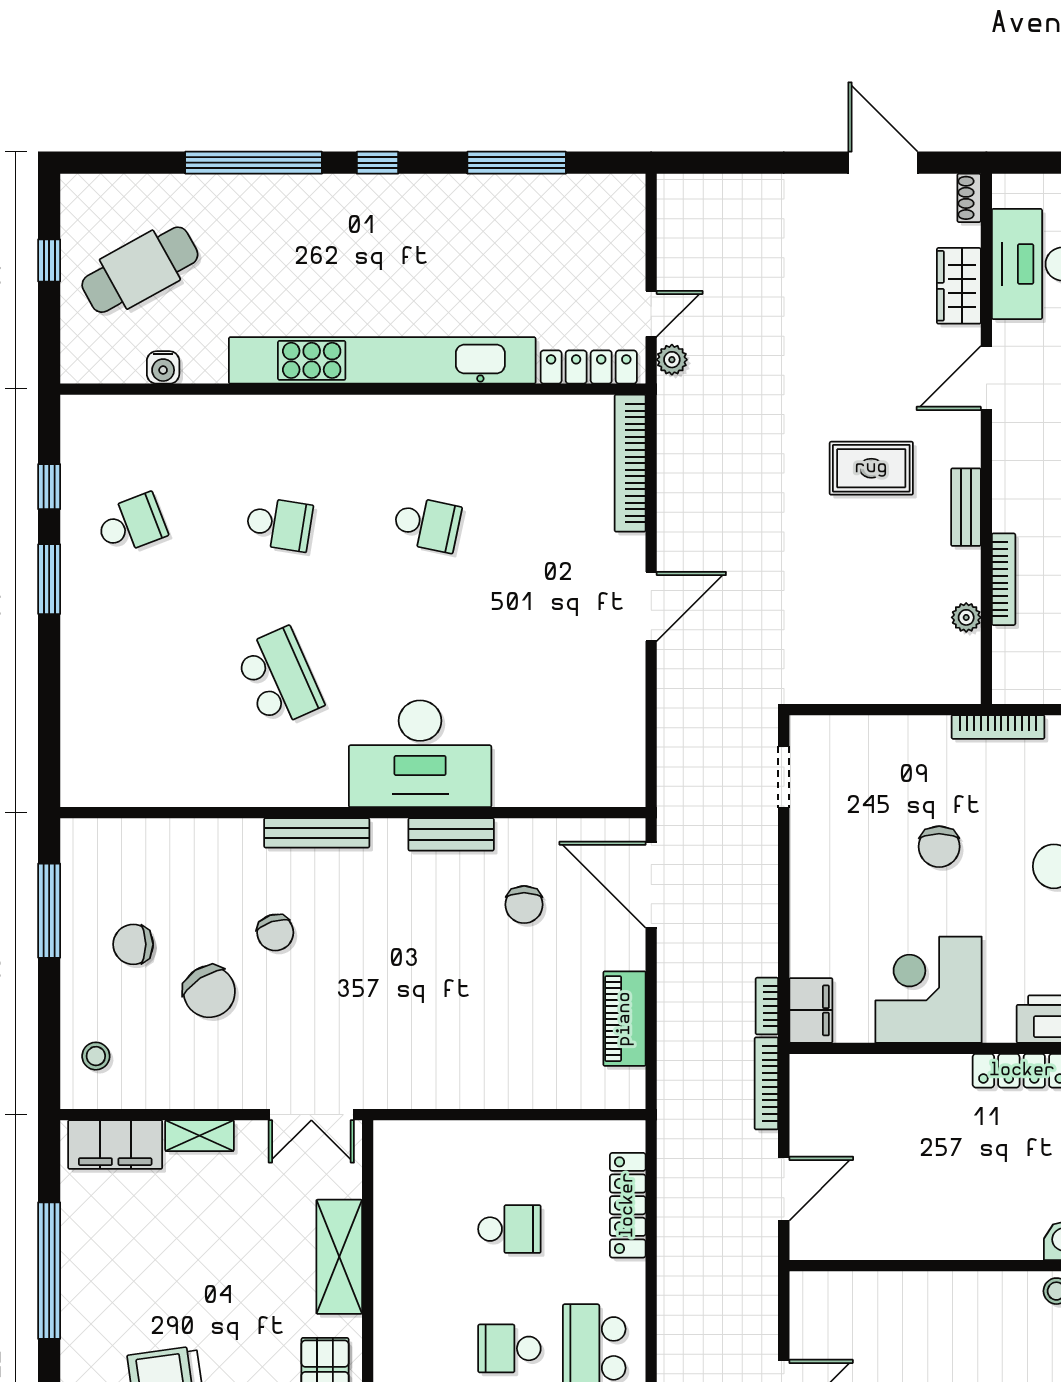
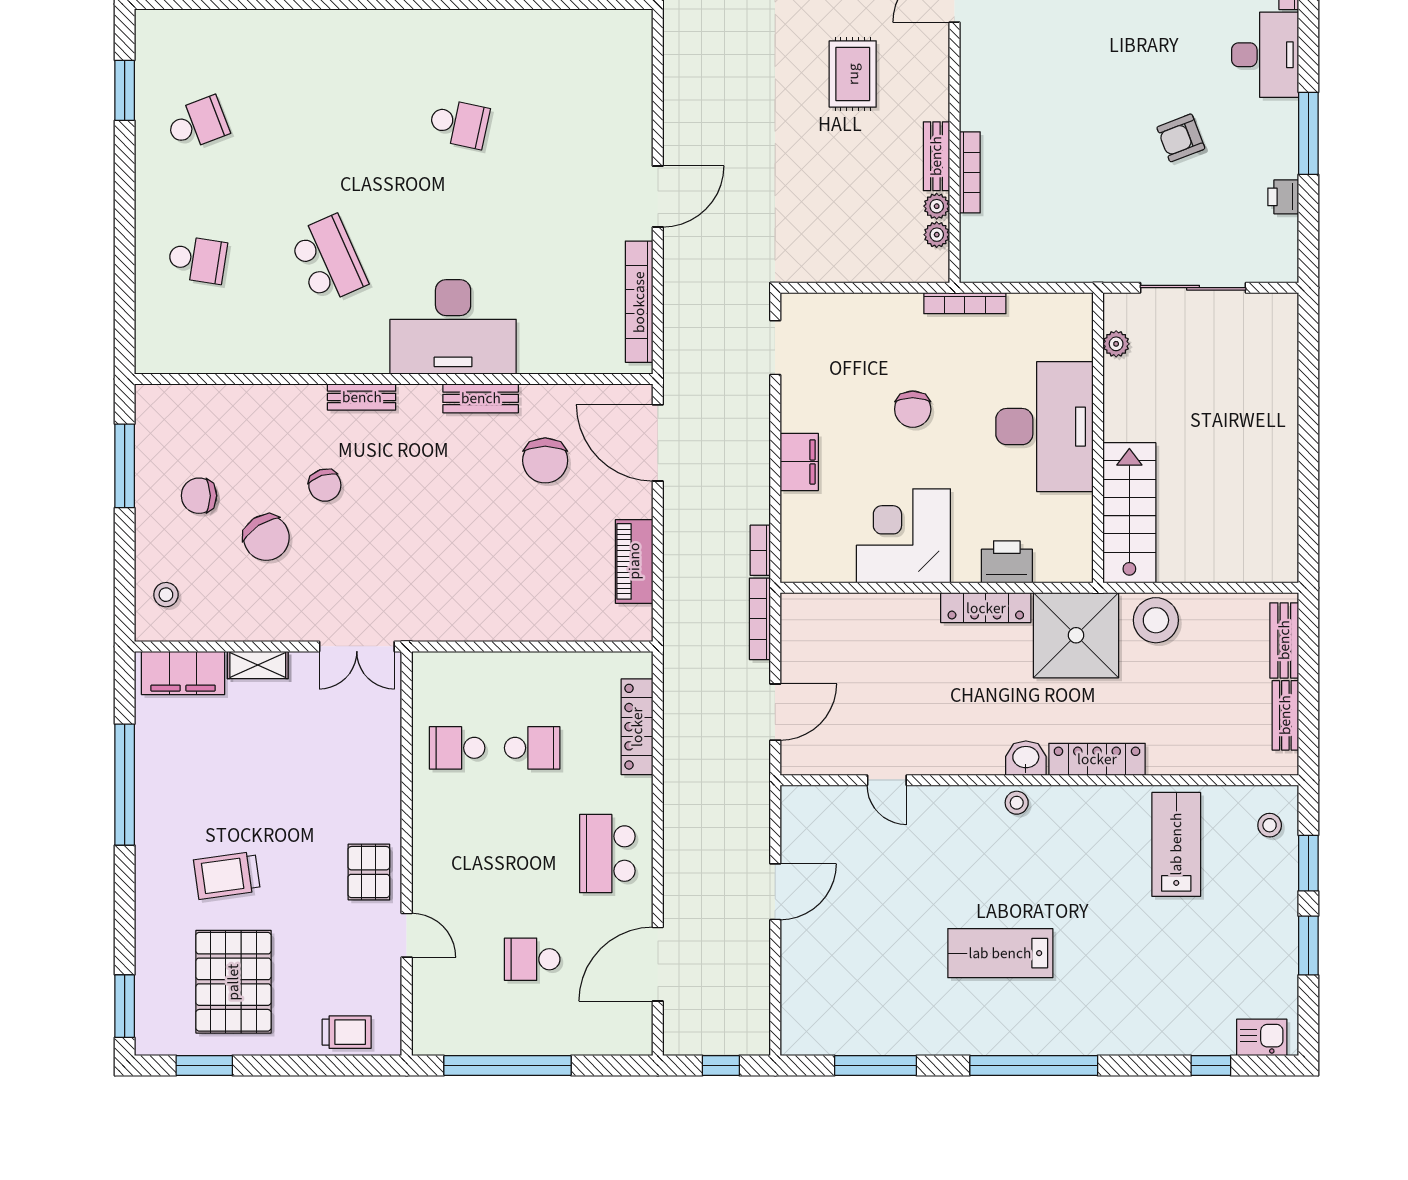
bookcase: (630, 463) -> (639, 302), moved
rug: (871, 468) -> (853, 74), turned 90
window: (49, 487) -> (125, 90), width x1.50
bench: (966, 507) -> (936, 156), moved
school desk: (279, 524) -> (197, 260), moved
window: (49, 579) -> (125, 172), removed
plant: (966, 650) -> (937, 235), added
bench: (317, 833) -> (362, 397), width x0.73
chair: (524, 905) -> (545, 460), width x1.37, depth x1.37
filing cabinet: (811, 1010) -> (799, 462), moved
shelving: (339, 1257) -> (381, 772), removed
door: (910, 1266) -> (887, 780), added
school desk: (509, 1348) -> (457, 748), moved

